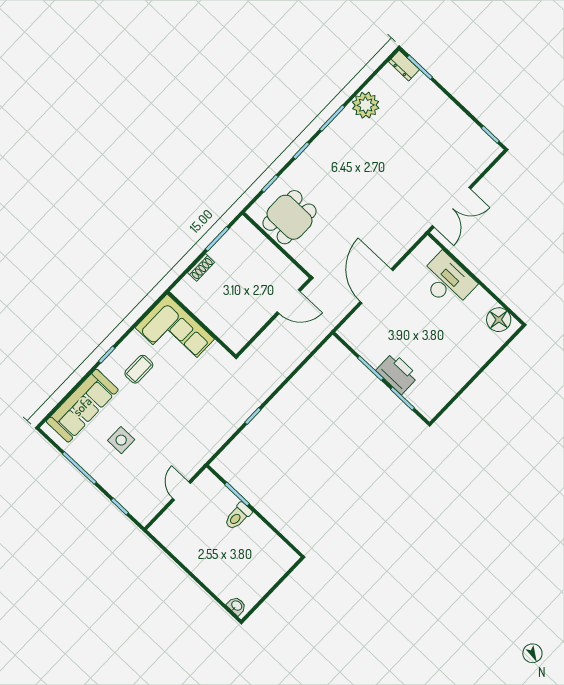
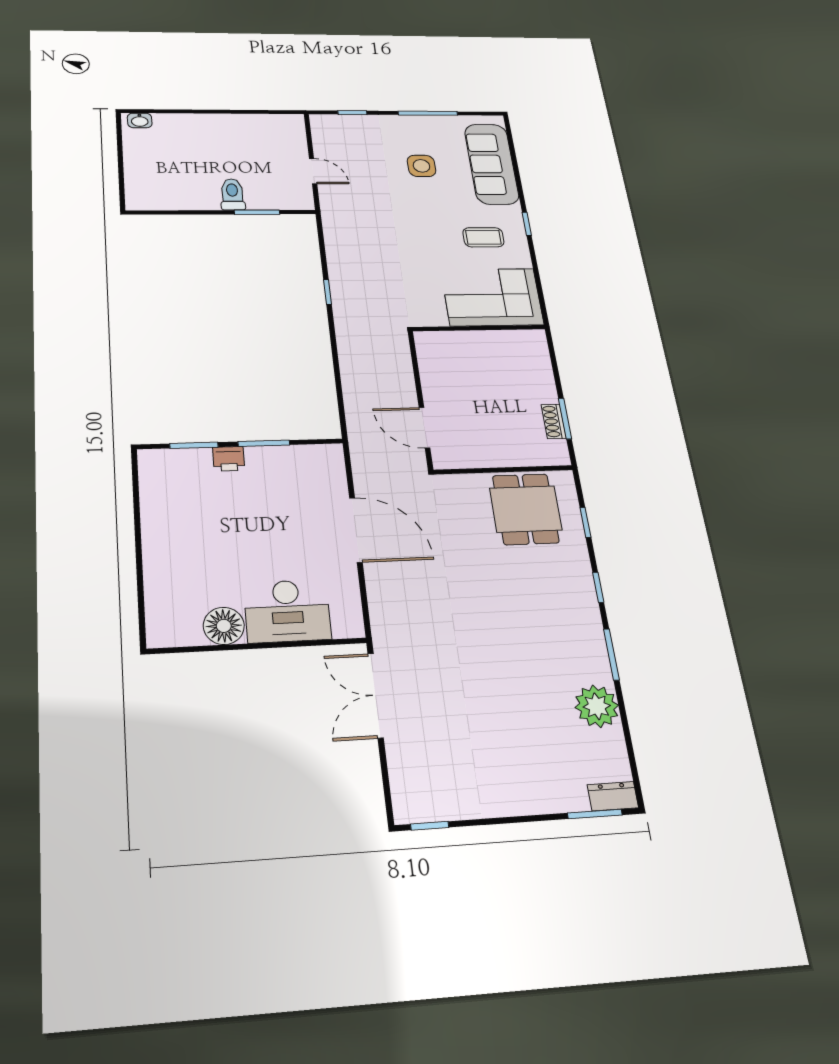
shoe rack: (201, 267) -> (554, 421), moved
door: (289, 302) -> (424, 428), hinge flipped
floor lamp: (499, 320) -> (224, 626), moved
coffee table: (139, 369) -> (483, 237), turned 90
printer: (397, 373) -> (229, 459), width x0.53, depth x0.68

